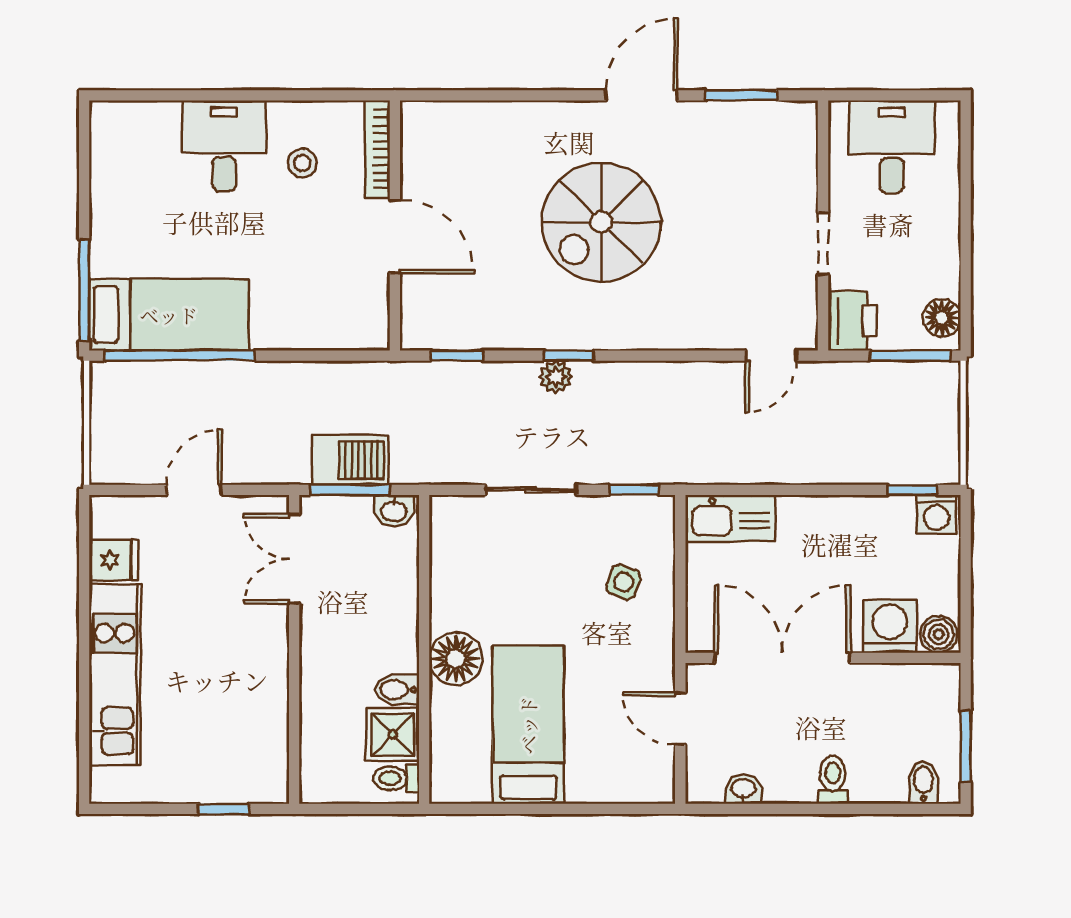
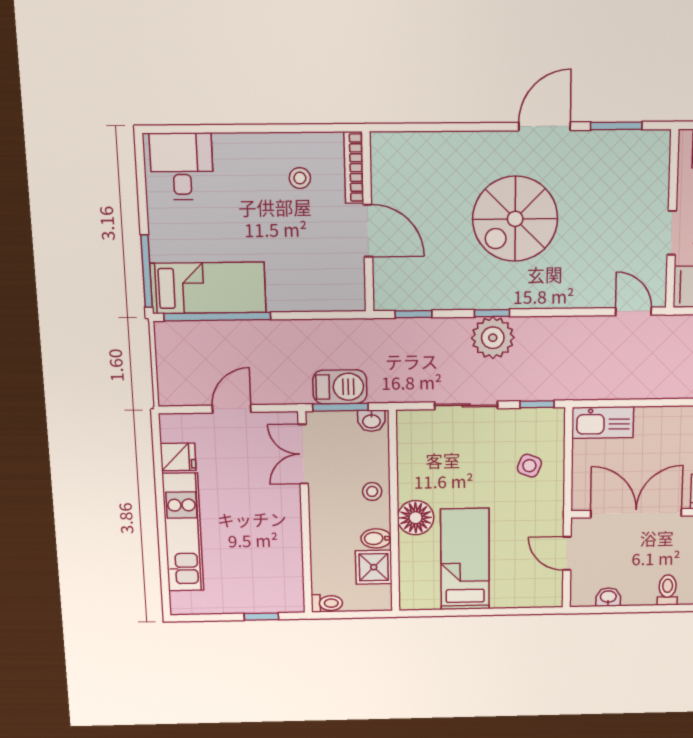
desk: (224, 146) -> (182, 166), moved
door: (771, 356) -> (633, 311), swing flipped
plant: (556, 377) -> (493, 338), width x1.88, depth x1.88
stool: (393, 617) -> (372, 491), added
toilet: (396, 778) -> (327, 603), moved, turned 180

